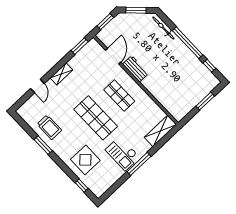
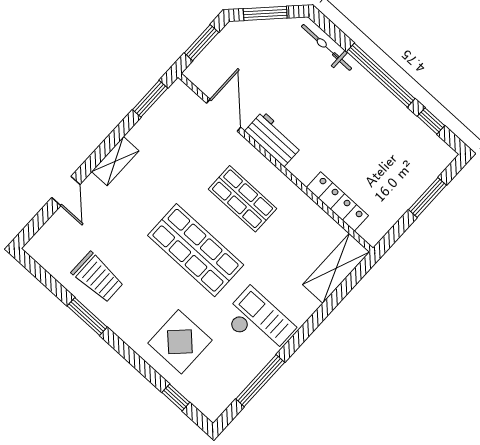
locker: (163, 100) -> (337, 202), added
checkout: (123, 154) -> (259, 322), turned 180
window: (139, 164) -> (260, 381), moved

